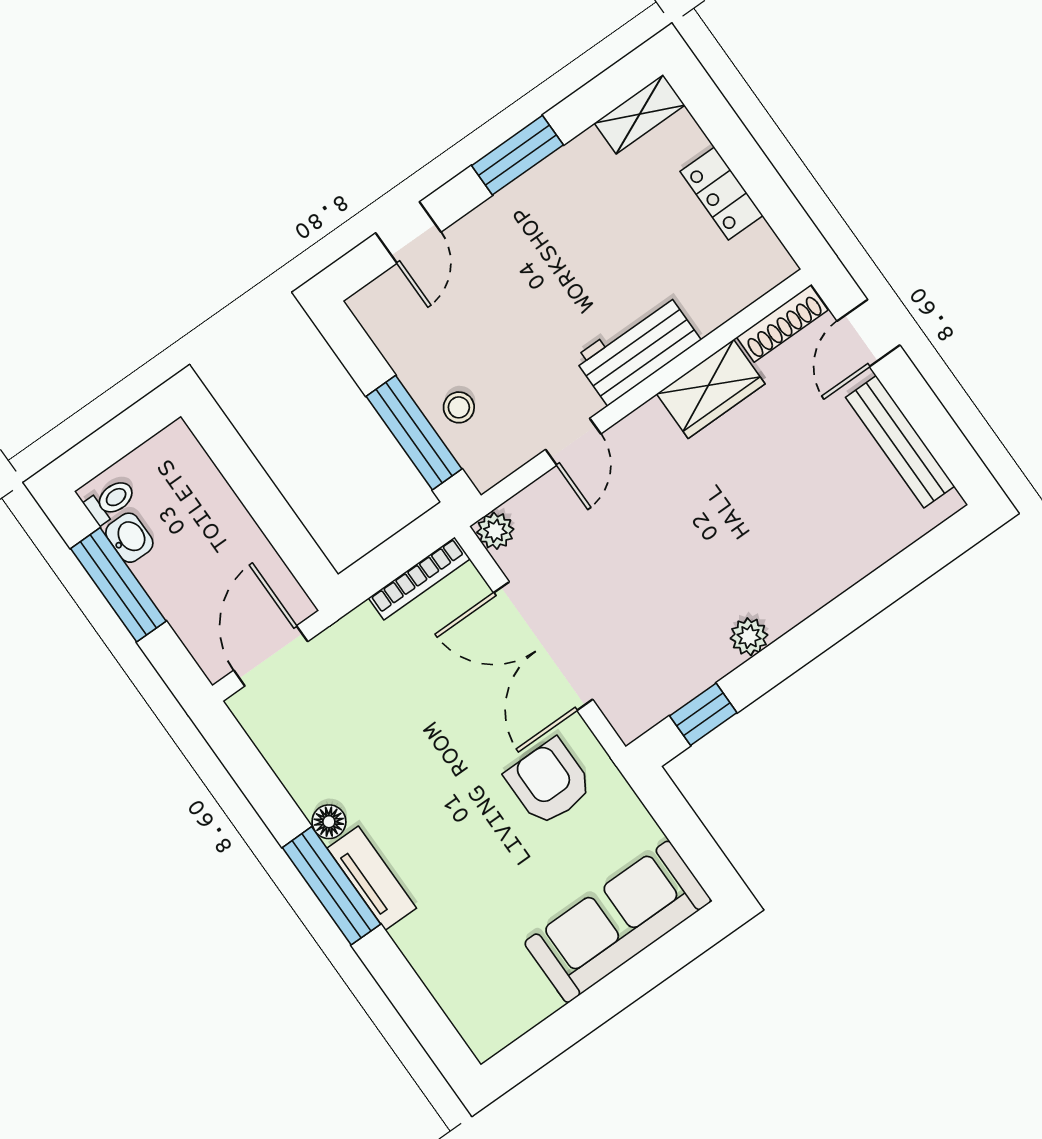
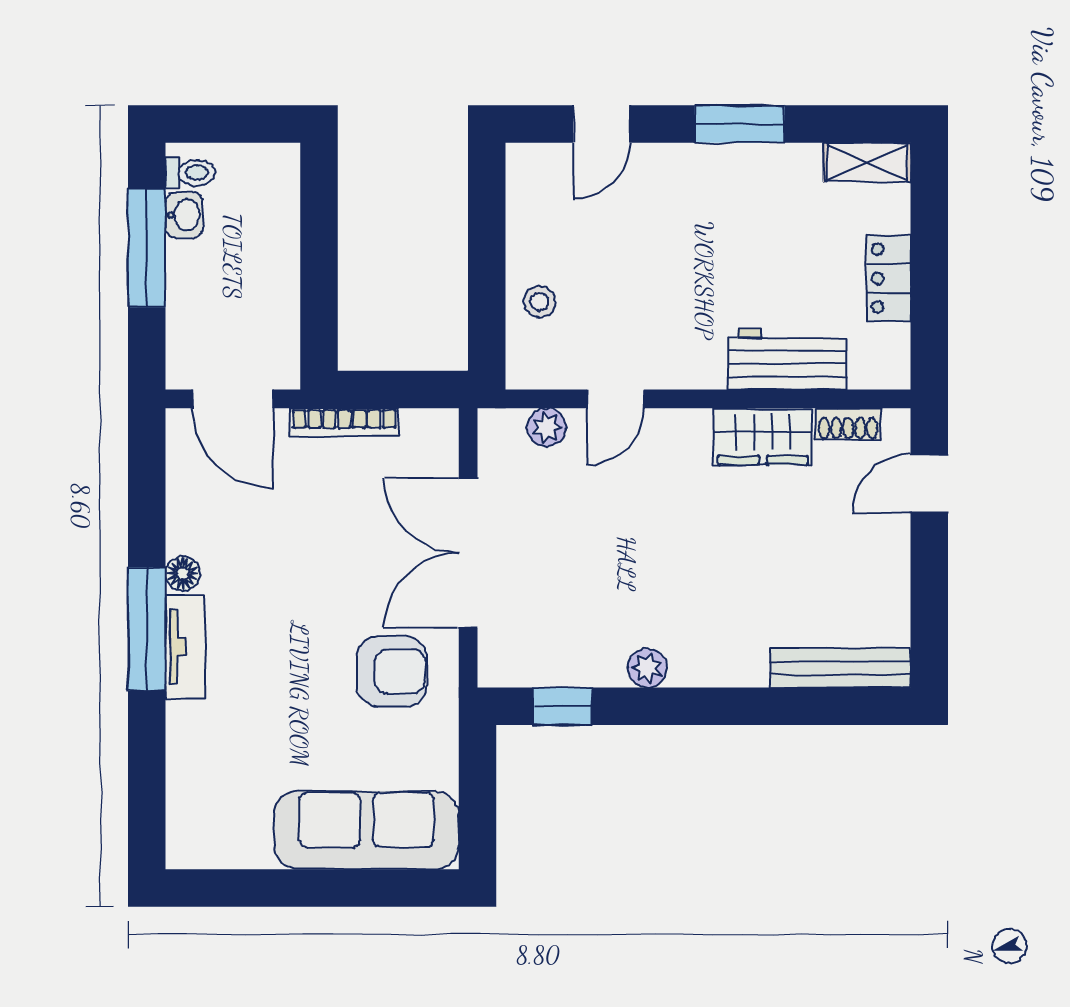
shoe rack: (782, 324) -> (848, 424), width x0.70
workbench: (637, 349) -> (787, 359), moved
window: (414, 433) -> (487, 296), removed
bench: (900, 442) -> (840, 668), moved, turned 90
plant: (495, 531) -> (547, 427), moved
bookcase: (419, 578) -> (344, 422), moved
door: (271, 656) -> (233, 399), swing flipped
armchair: (549, 782) -> (392, 671), turned 90

